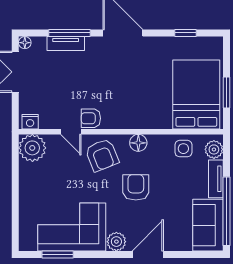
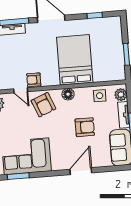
bed: (196, 94) -> (75, 60), moved
armchair: (136, 187) -> (85, 127), moved, turned 90
plant: (116, 242) -> (58, 164), removed

